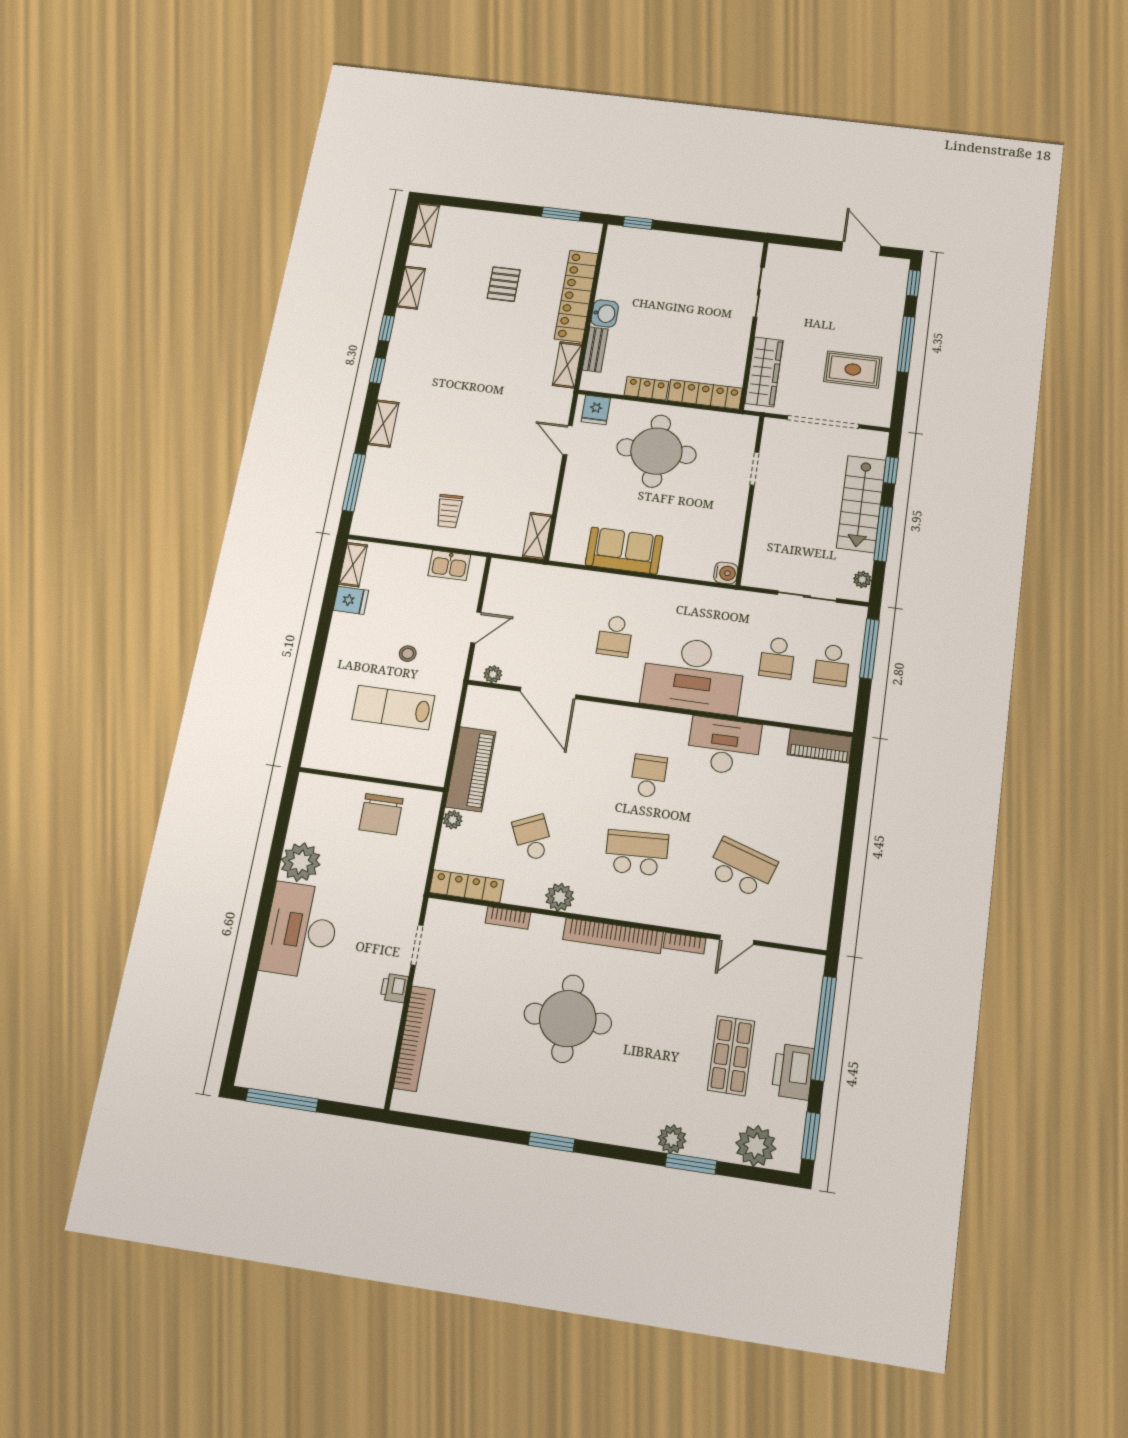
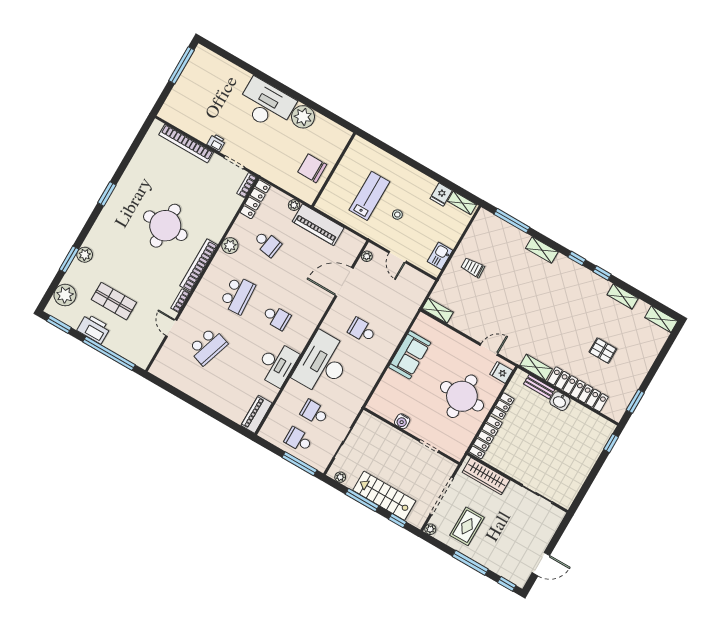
plant: (882, 419) -> (430, 529), added
water cooler: (726, 573) -> (402, 421), moved
school desk: (533, 838) -> (267, 243), turned 33
bookcase: (508, 918) -> (247, 185), moved

